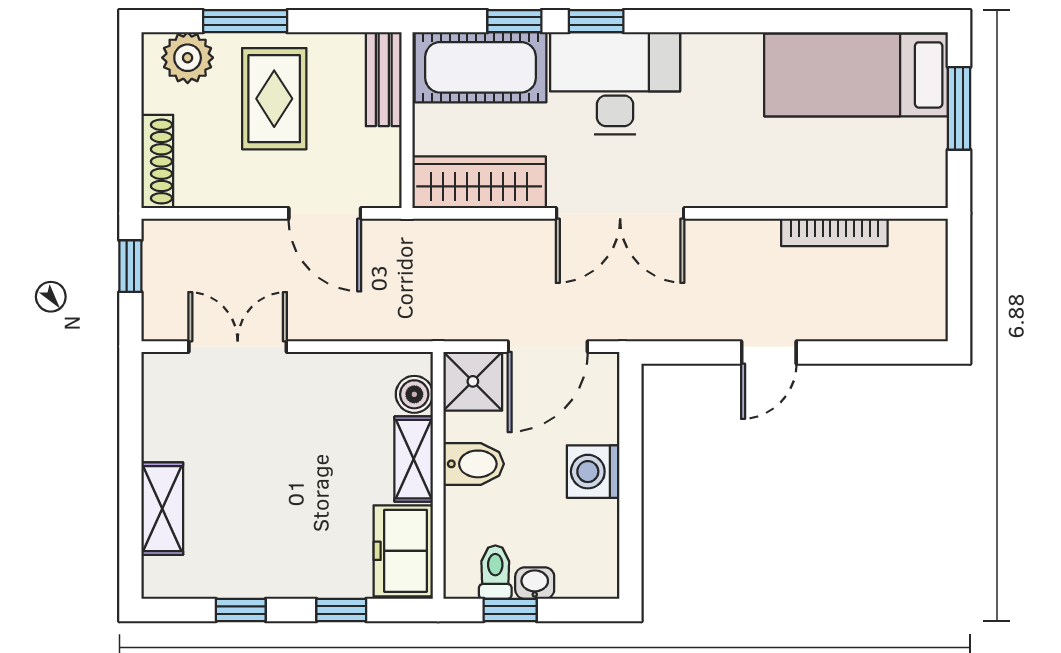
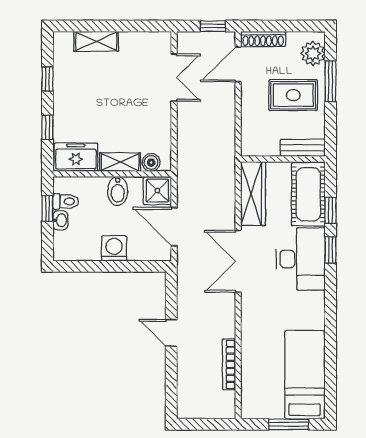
door: (325, 213) -> (238, 64), moved

